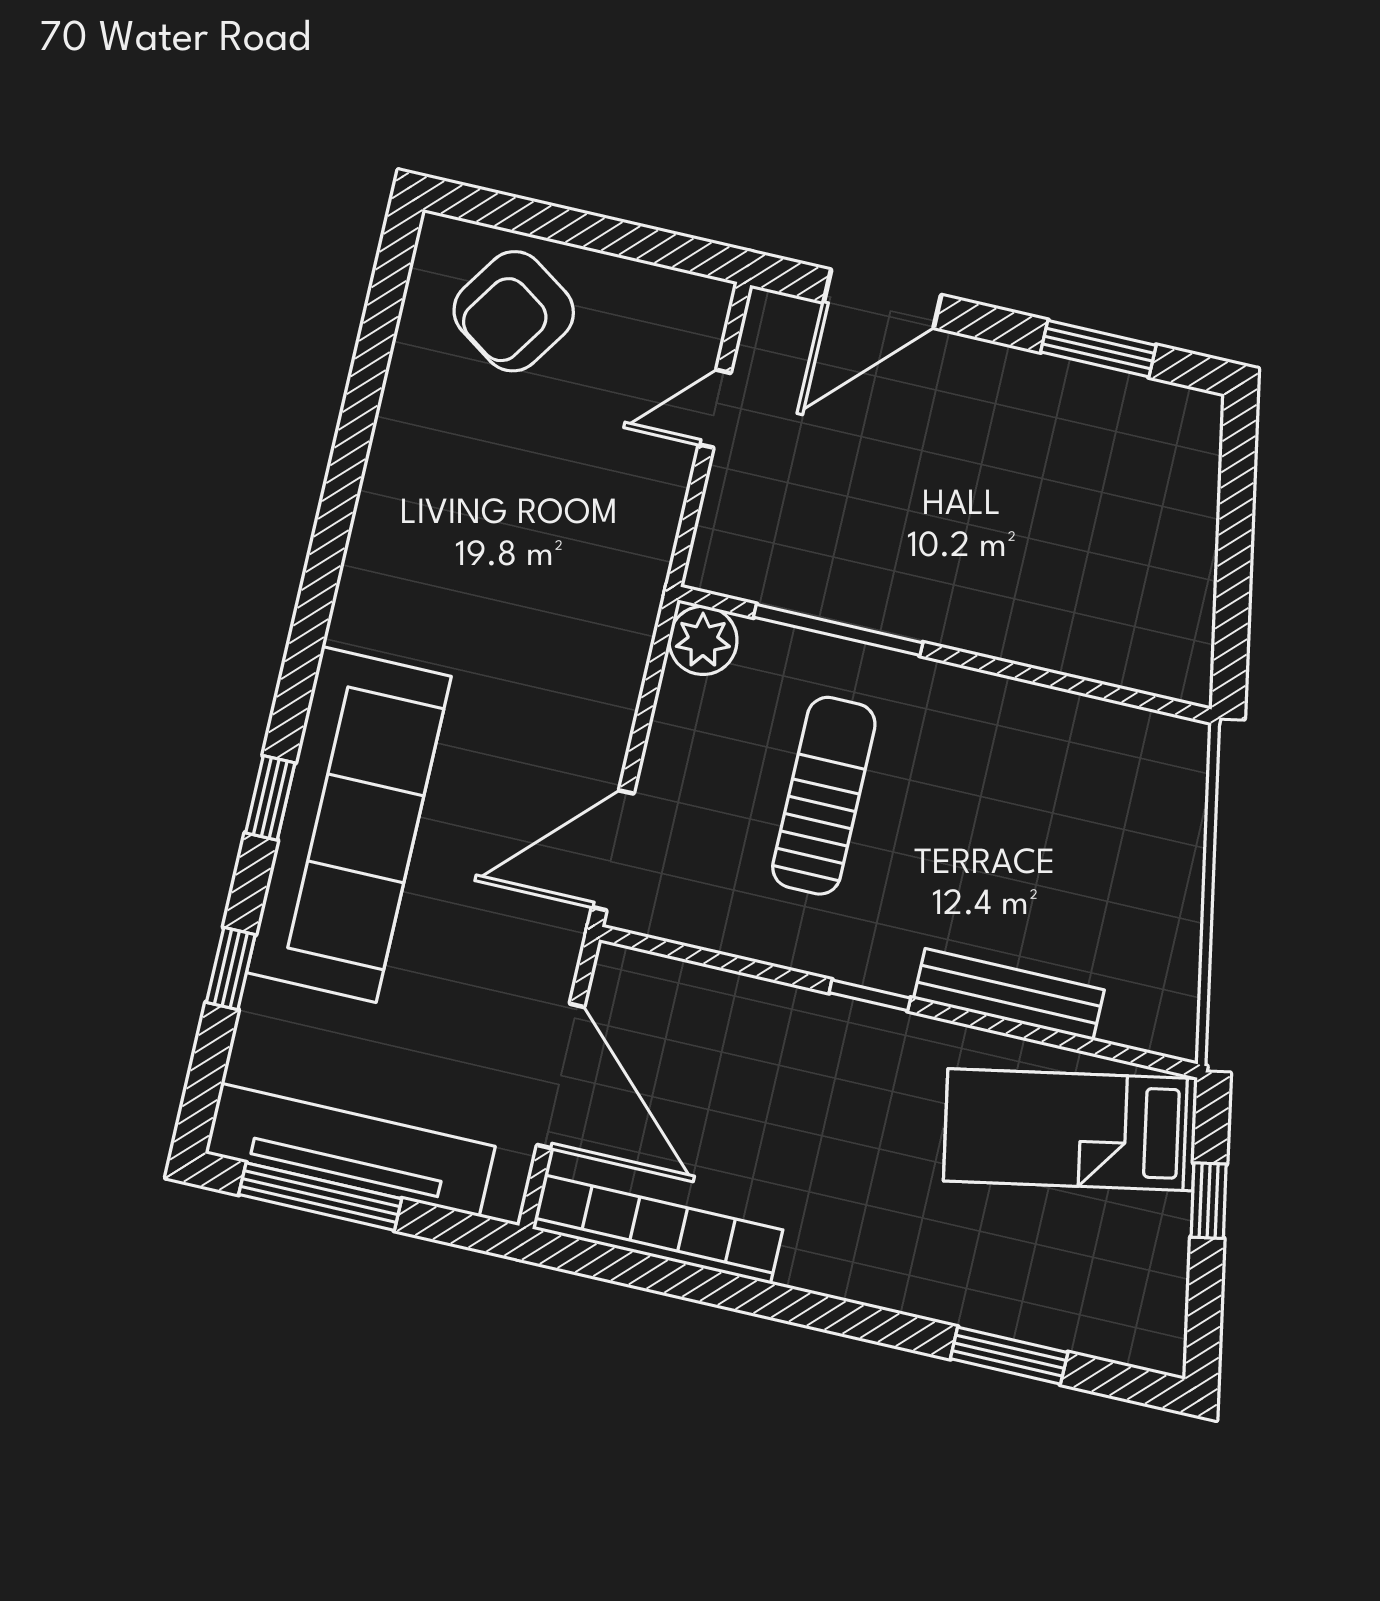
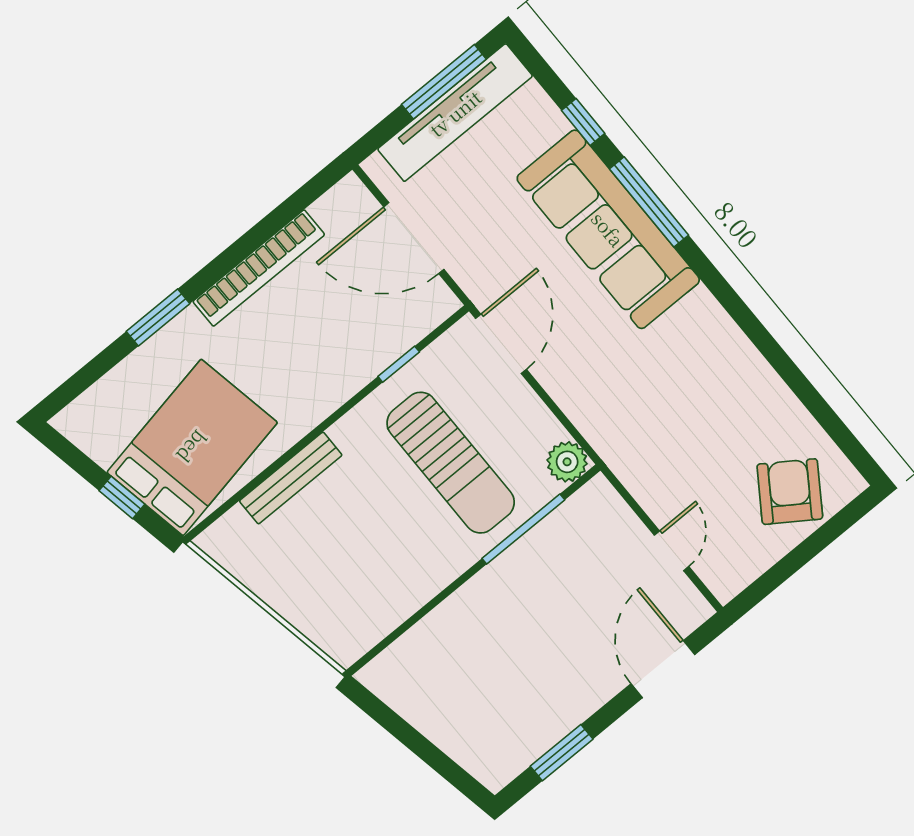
sun lounger: (824, 796) -> (451, 463), width x1.36, depth x1.34
window: (270, 798) -> (649, 202), width x2.17
window: (870, 995) -> (399, 364), moved
bed: (1070, 1130) -> (192, 447), width x1.50
bookcase: (657, 1229) -> (259, 268), moved
window: (1009, 1356) -> (158, 317), moved

